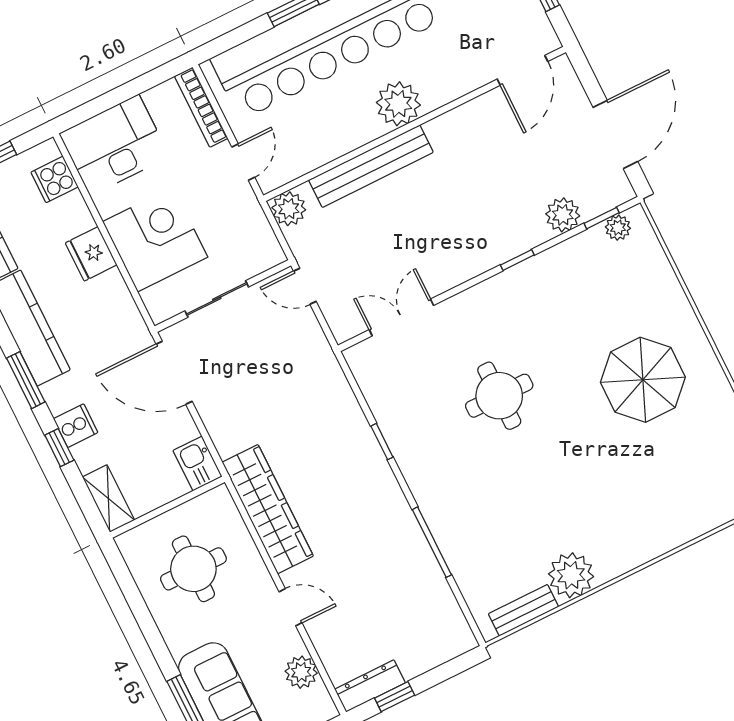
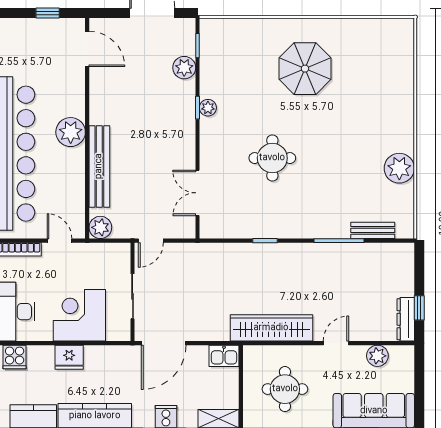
plant: (618, 228) -> (208, 108), moved
bench: (523, 610) -> (373, 230), moved, turned 90

